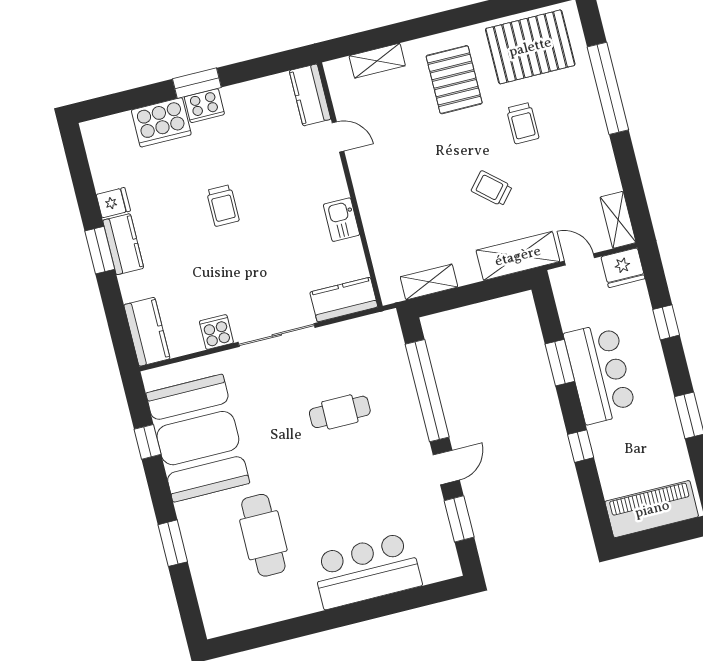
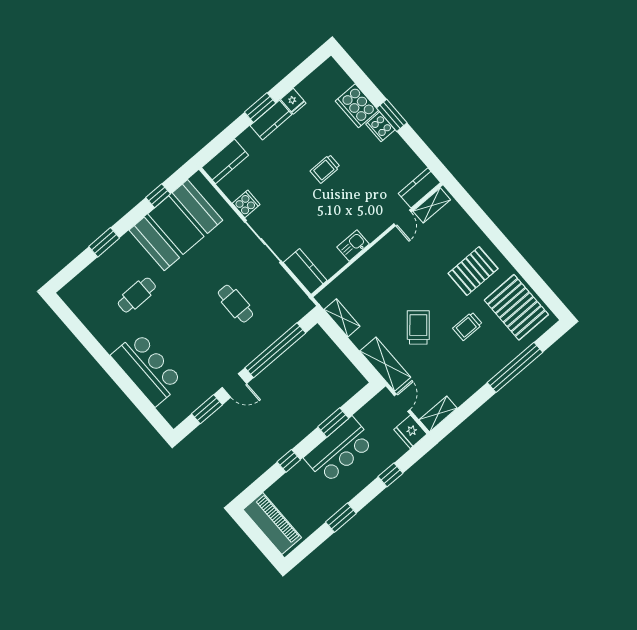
shelving: (377, 61) -> (432, 205), moved, turned 90
trolley: (492, 188) -> (418, 327), width x1.36, depth x1.39
cafe table: (263, 535) -> (137, 295), width x0.73, depth x0.74

